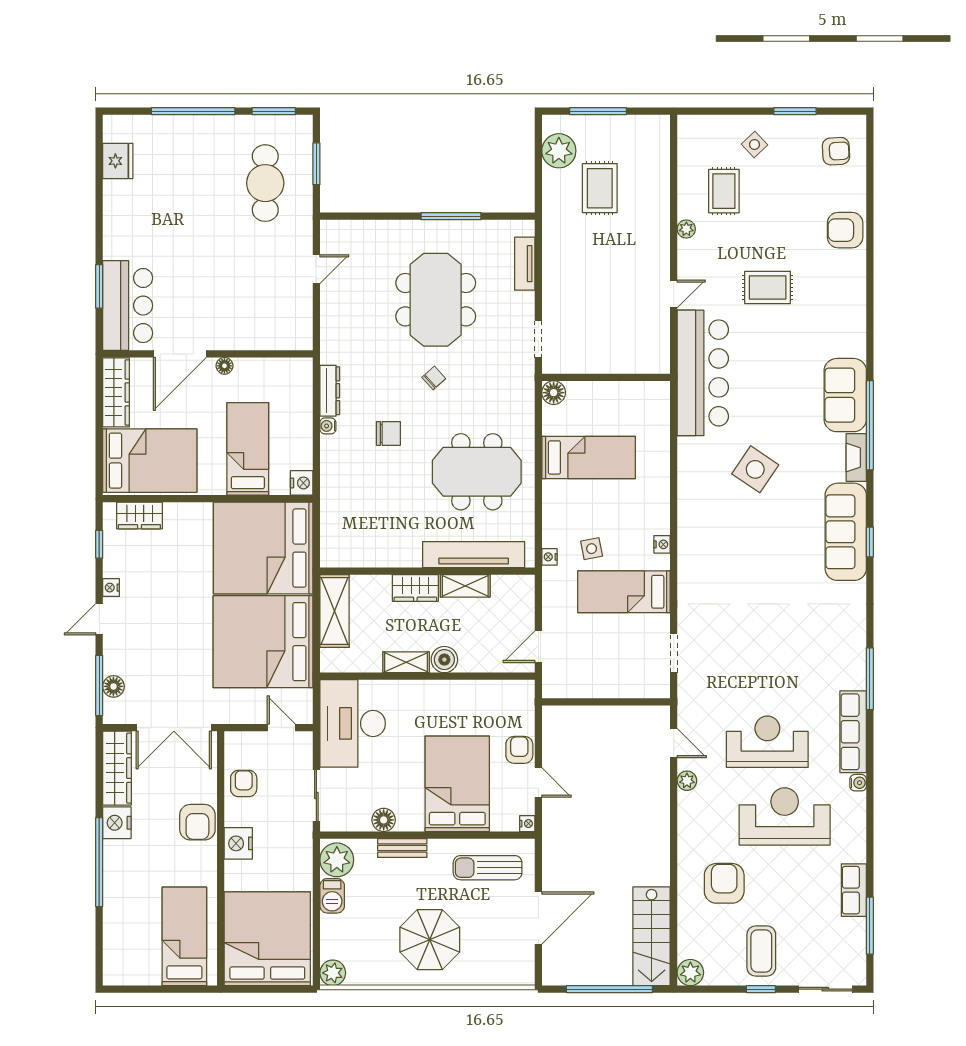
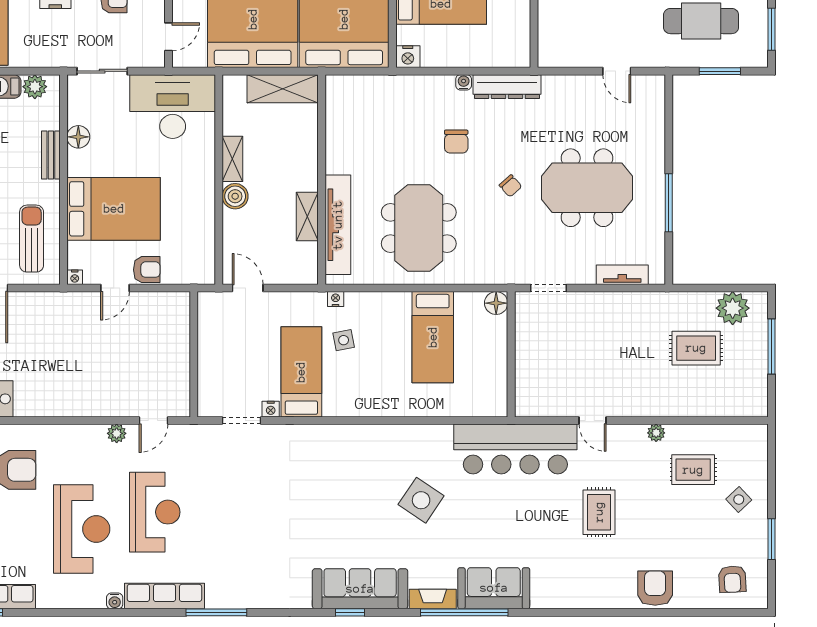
dresser: (330, 391) -> (507, 87), width x1.37, depth x1.24
nightstand: (662, 544) -> (271, 409), moved
wardrobe: (415, 588) -> (305, 168), removed
plant: (337, 860) -> (35, 87), width x0.73, depth x0.73

